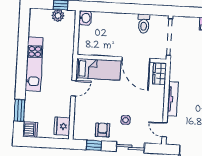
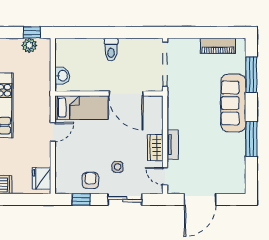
washbasin: (85, 18) -> (62, 76), moved
toilet: (144, 24) -> (111, 50), moved
wardrobe: (159, 74) -> (155, 148), moved
tv unit: (173, 99) -> (173, 145), width x0.71

